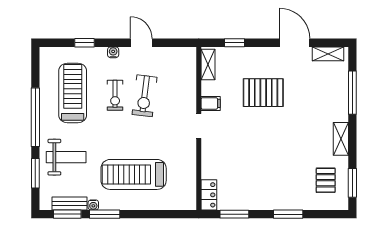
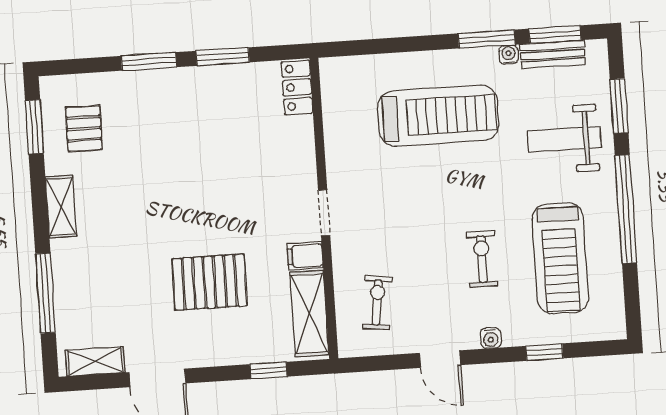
shelving: (208, 64) -> (309, 313), width x1.50, depth x1.33
exercise bike: (145, 96) -> (377, 302), moved, width x0.73, depth x0.72
window: (234, 214) -> (223, 57), moved

